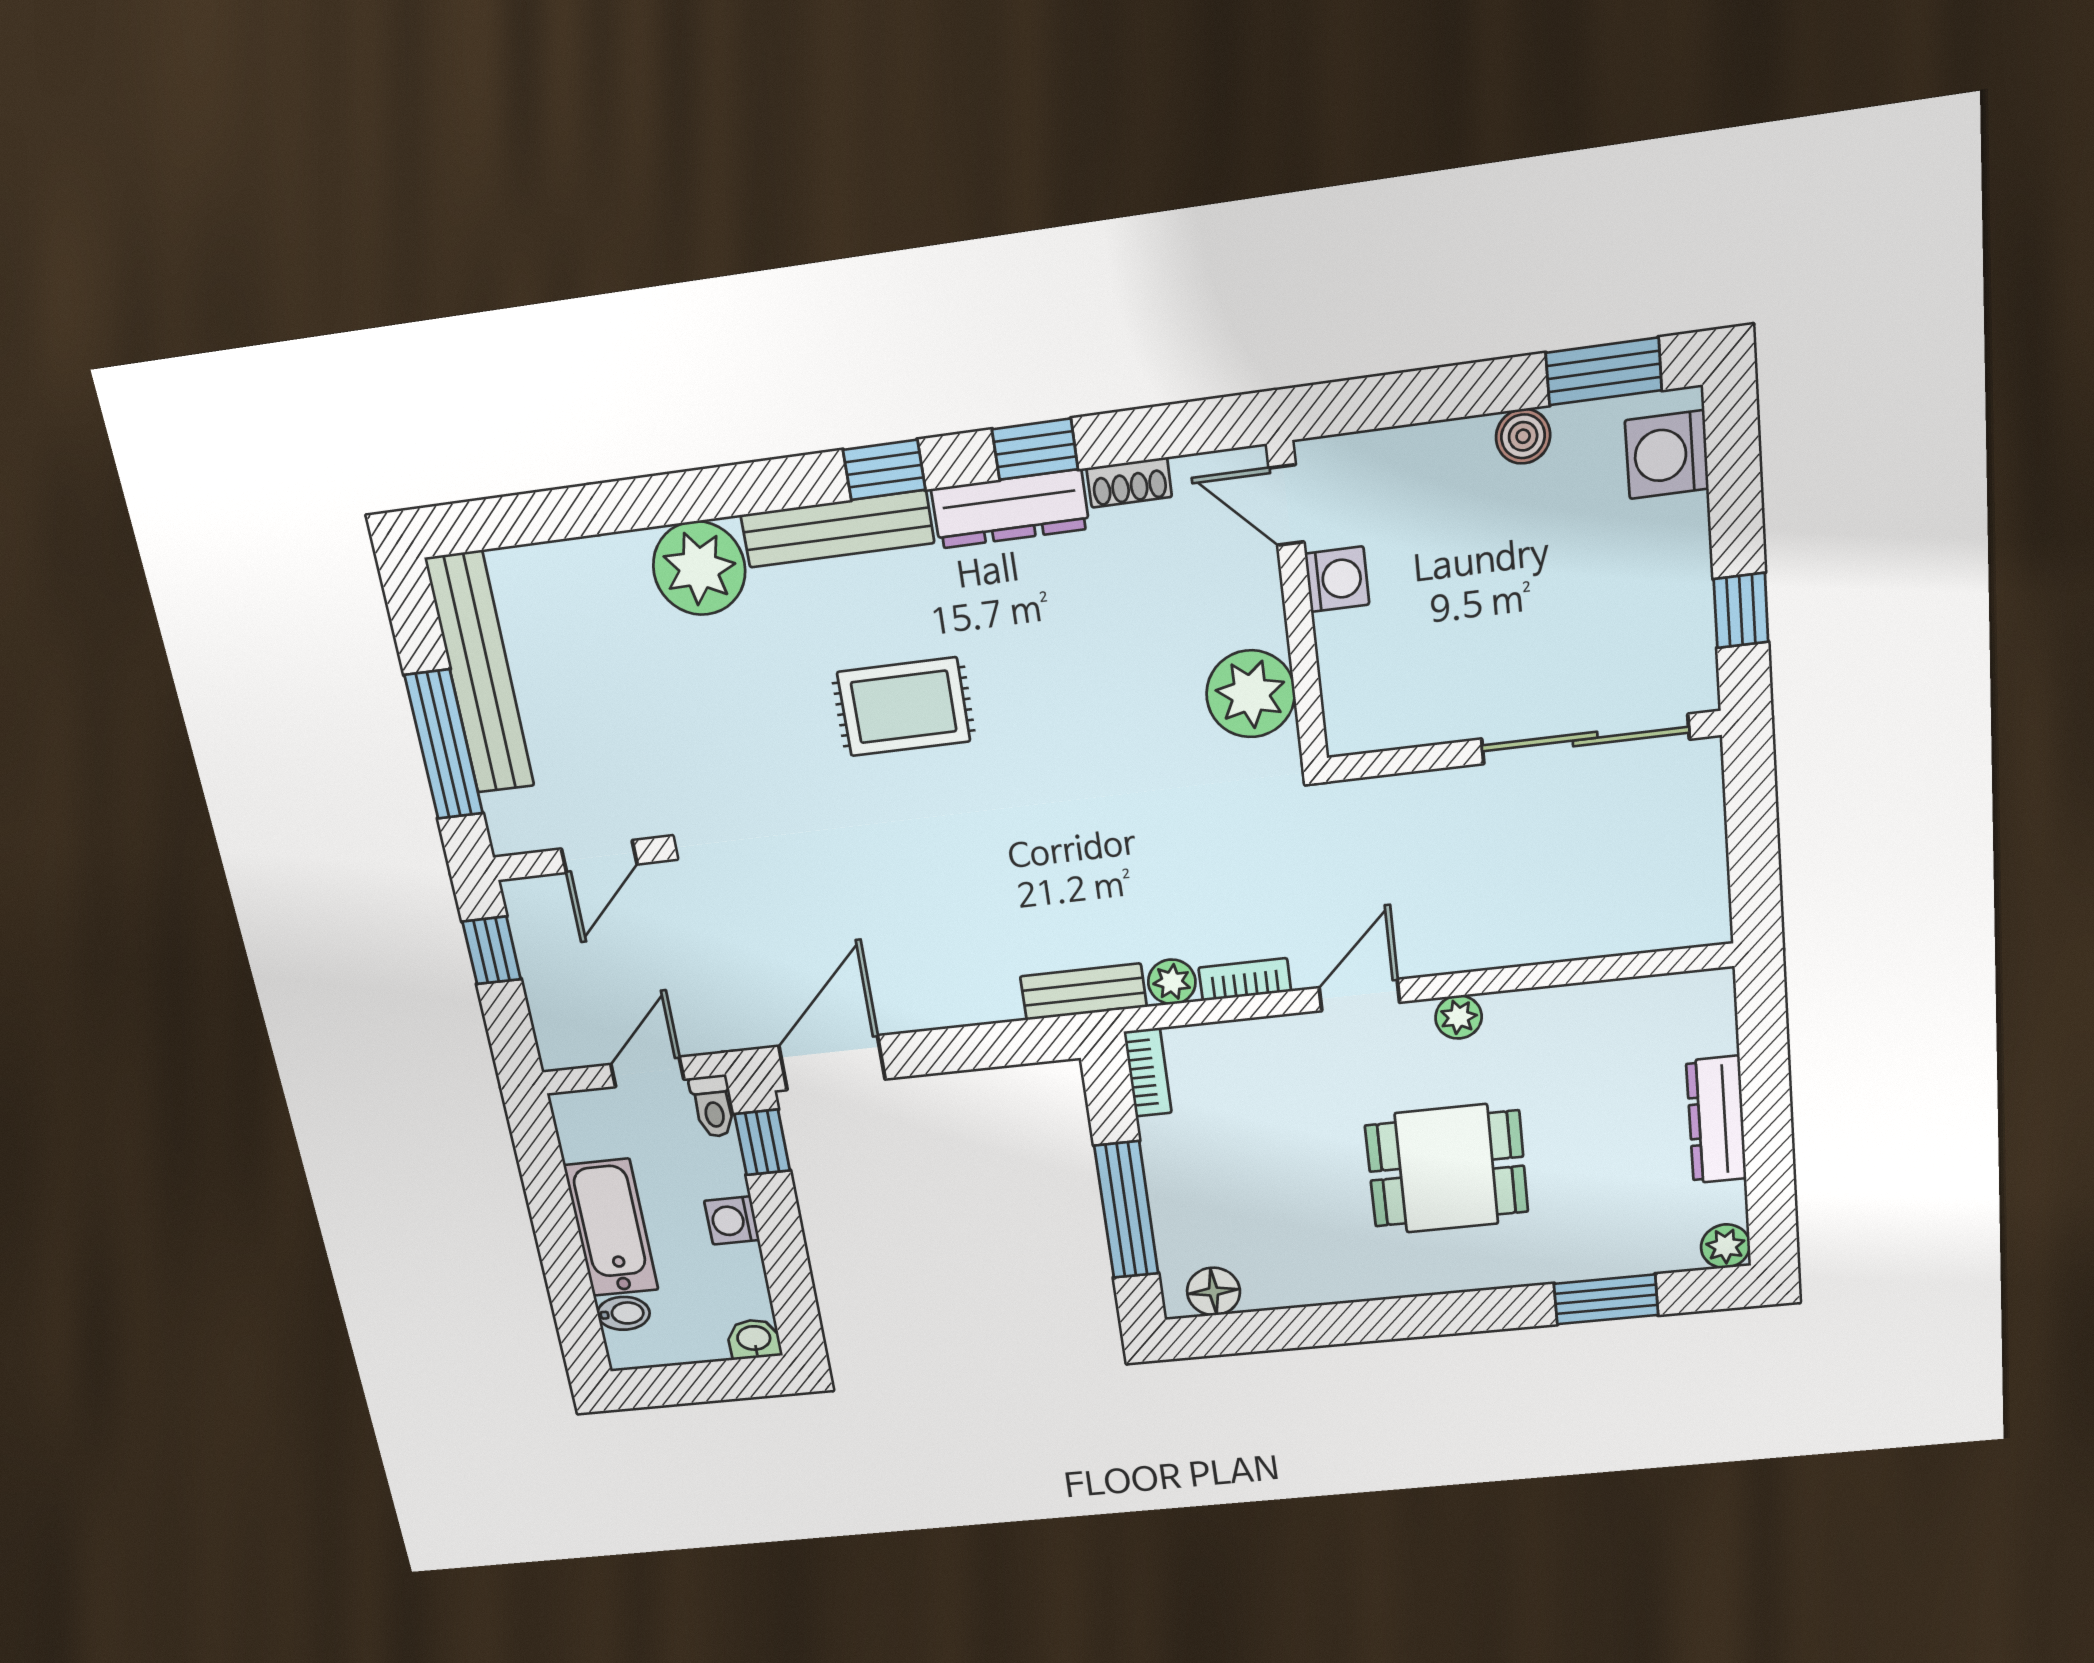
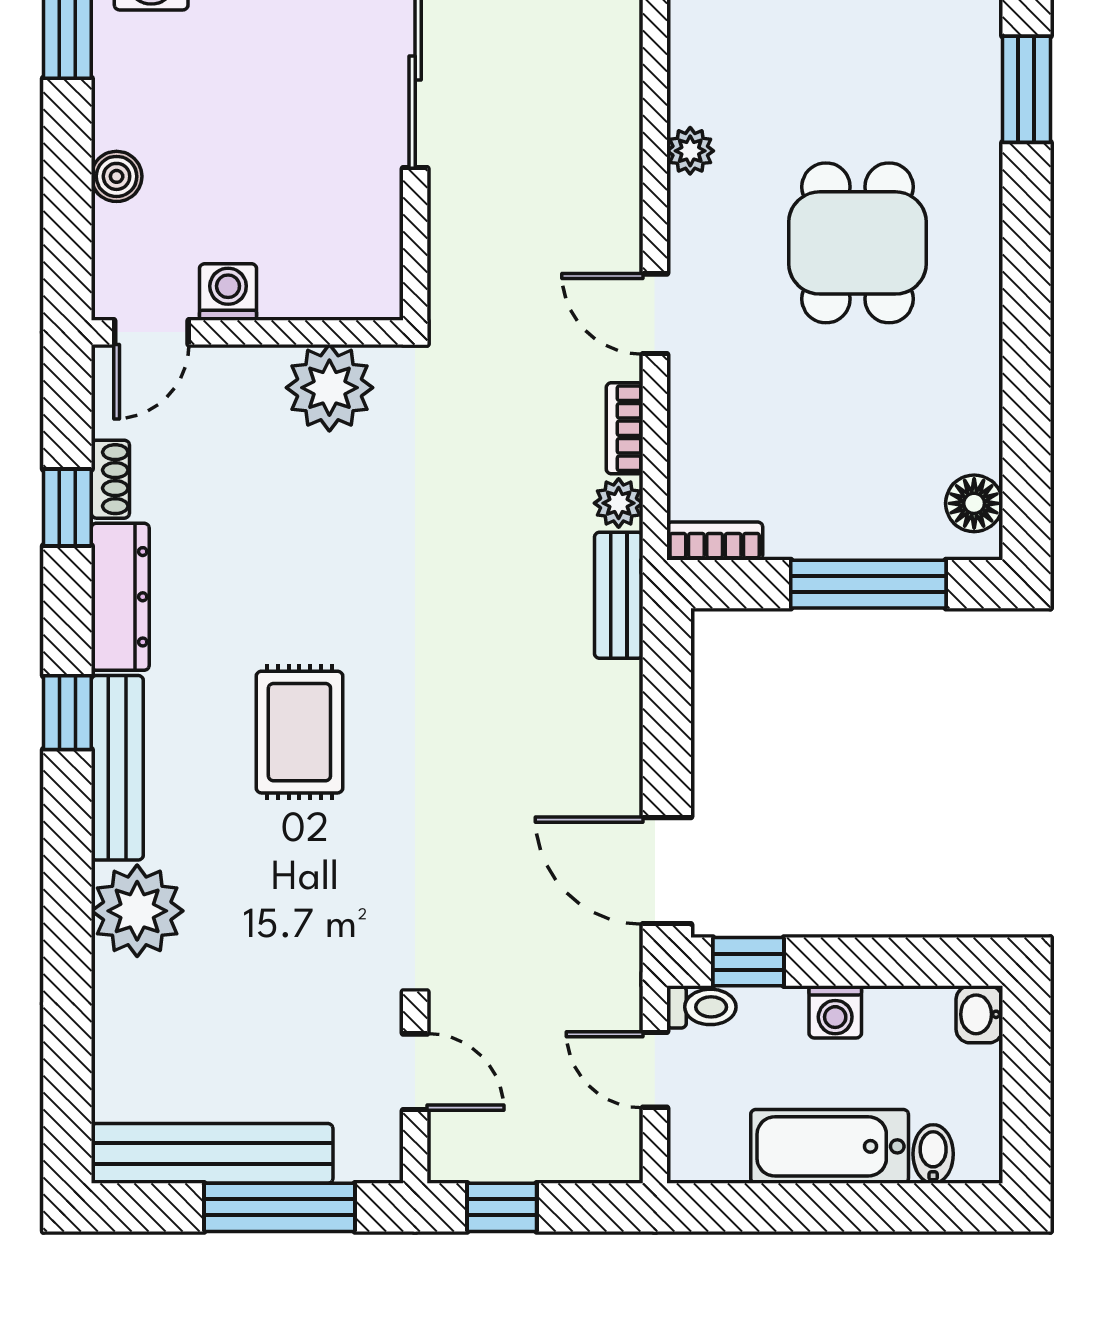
boiler: (1523, 436) -> (117, 176), moved
window: (1035, 449) -> (67, 507), moved
plant: (1459, 1017) -> (690, 151), moved

